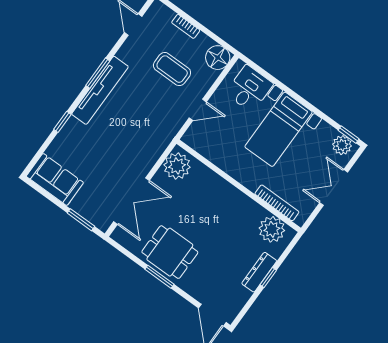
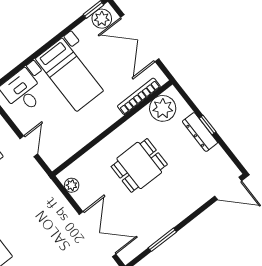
plant: (177, 166) -> (72, 185), width x0.53, depth x0.53
double door: (334, 187) -> (140, 38), width x1.37
dining table: (170, 252) -> (139, 165), moved
window: (159, 277) -> (162, 240), moved

